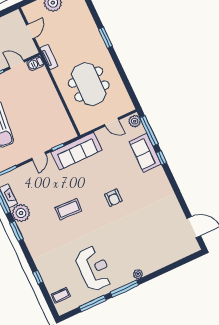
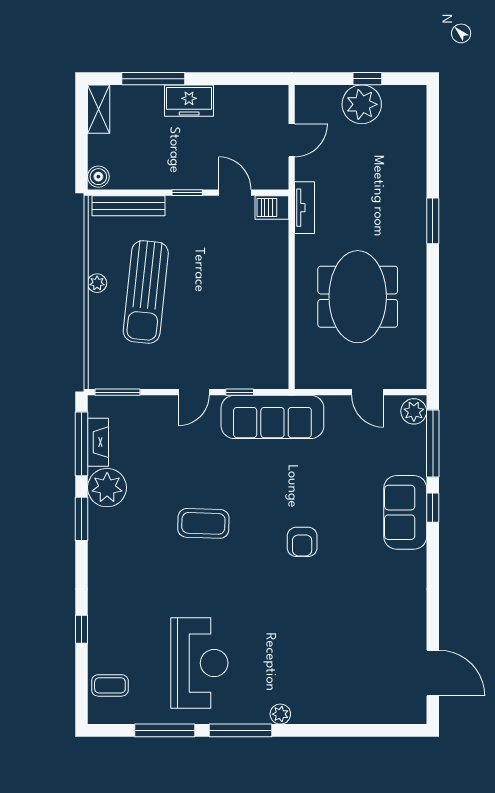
sofa: (145, 153) -> (405, 512), moved

